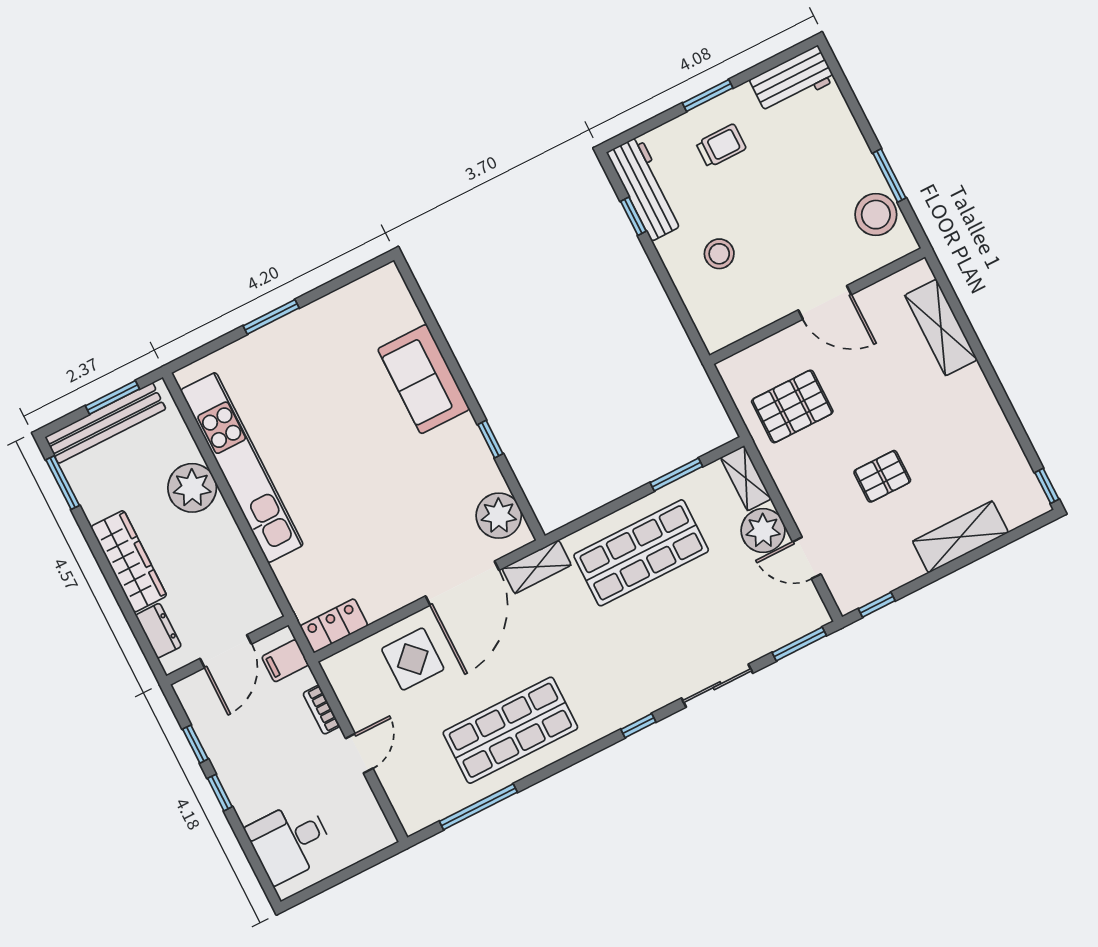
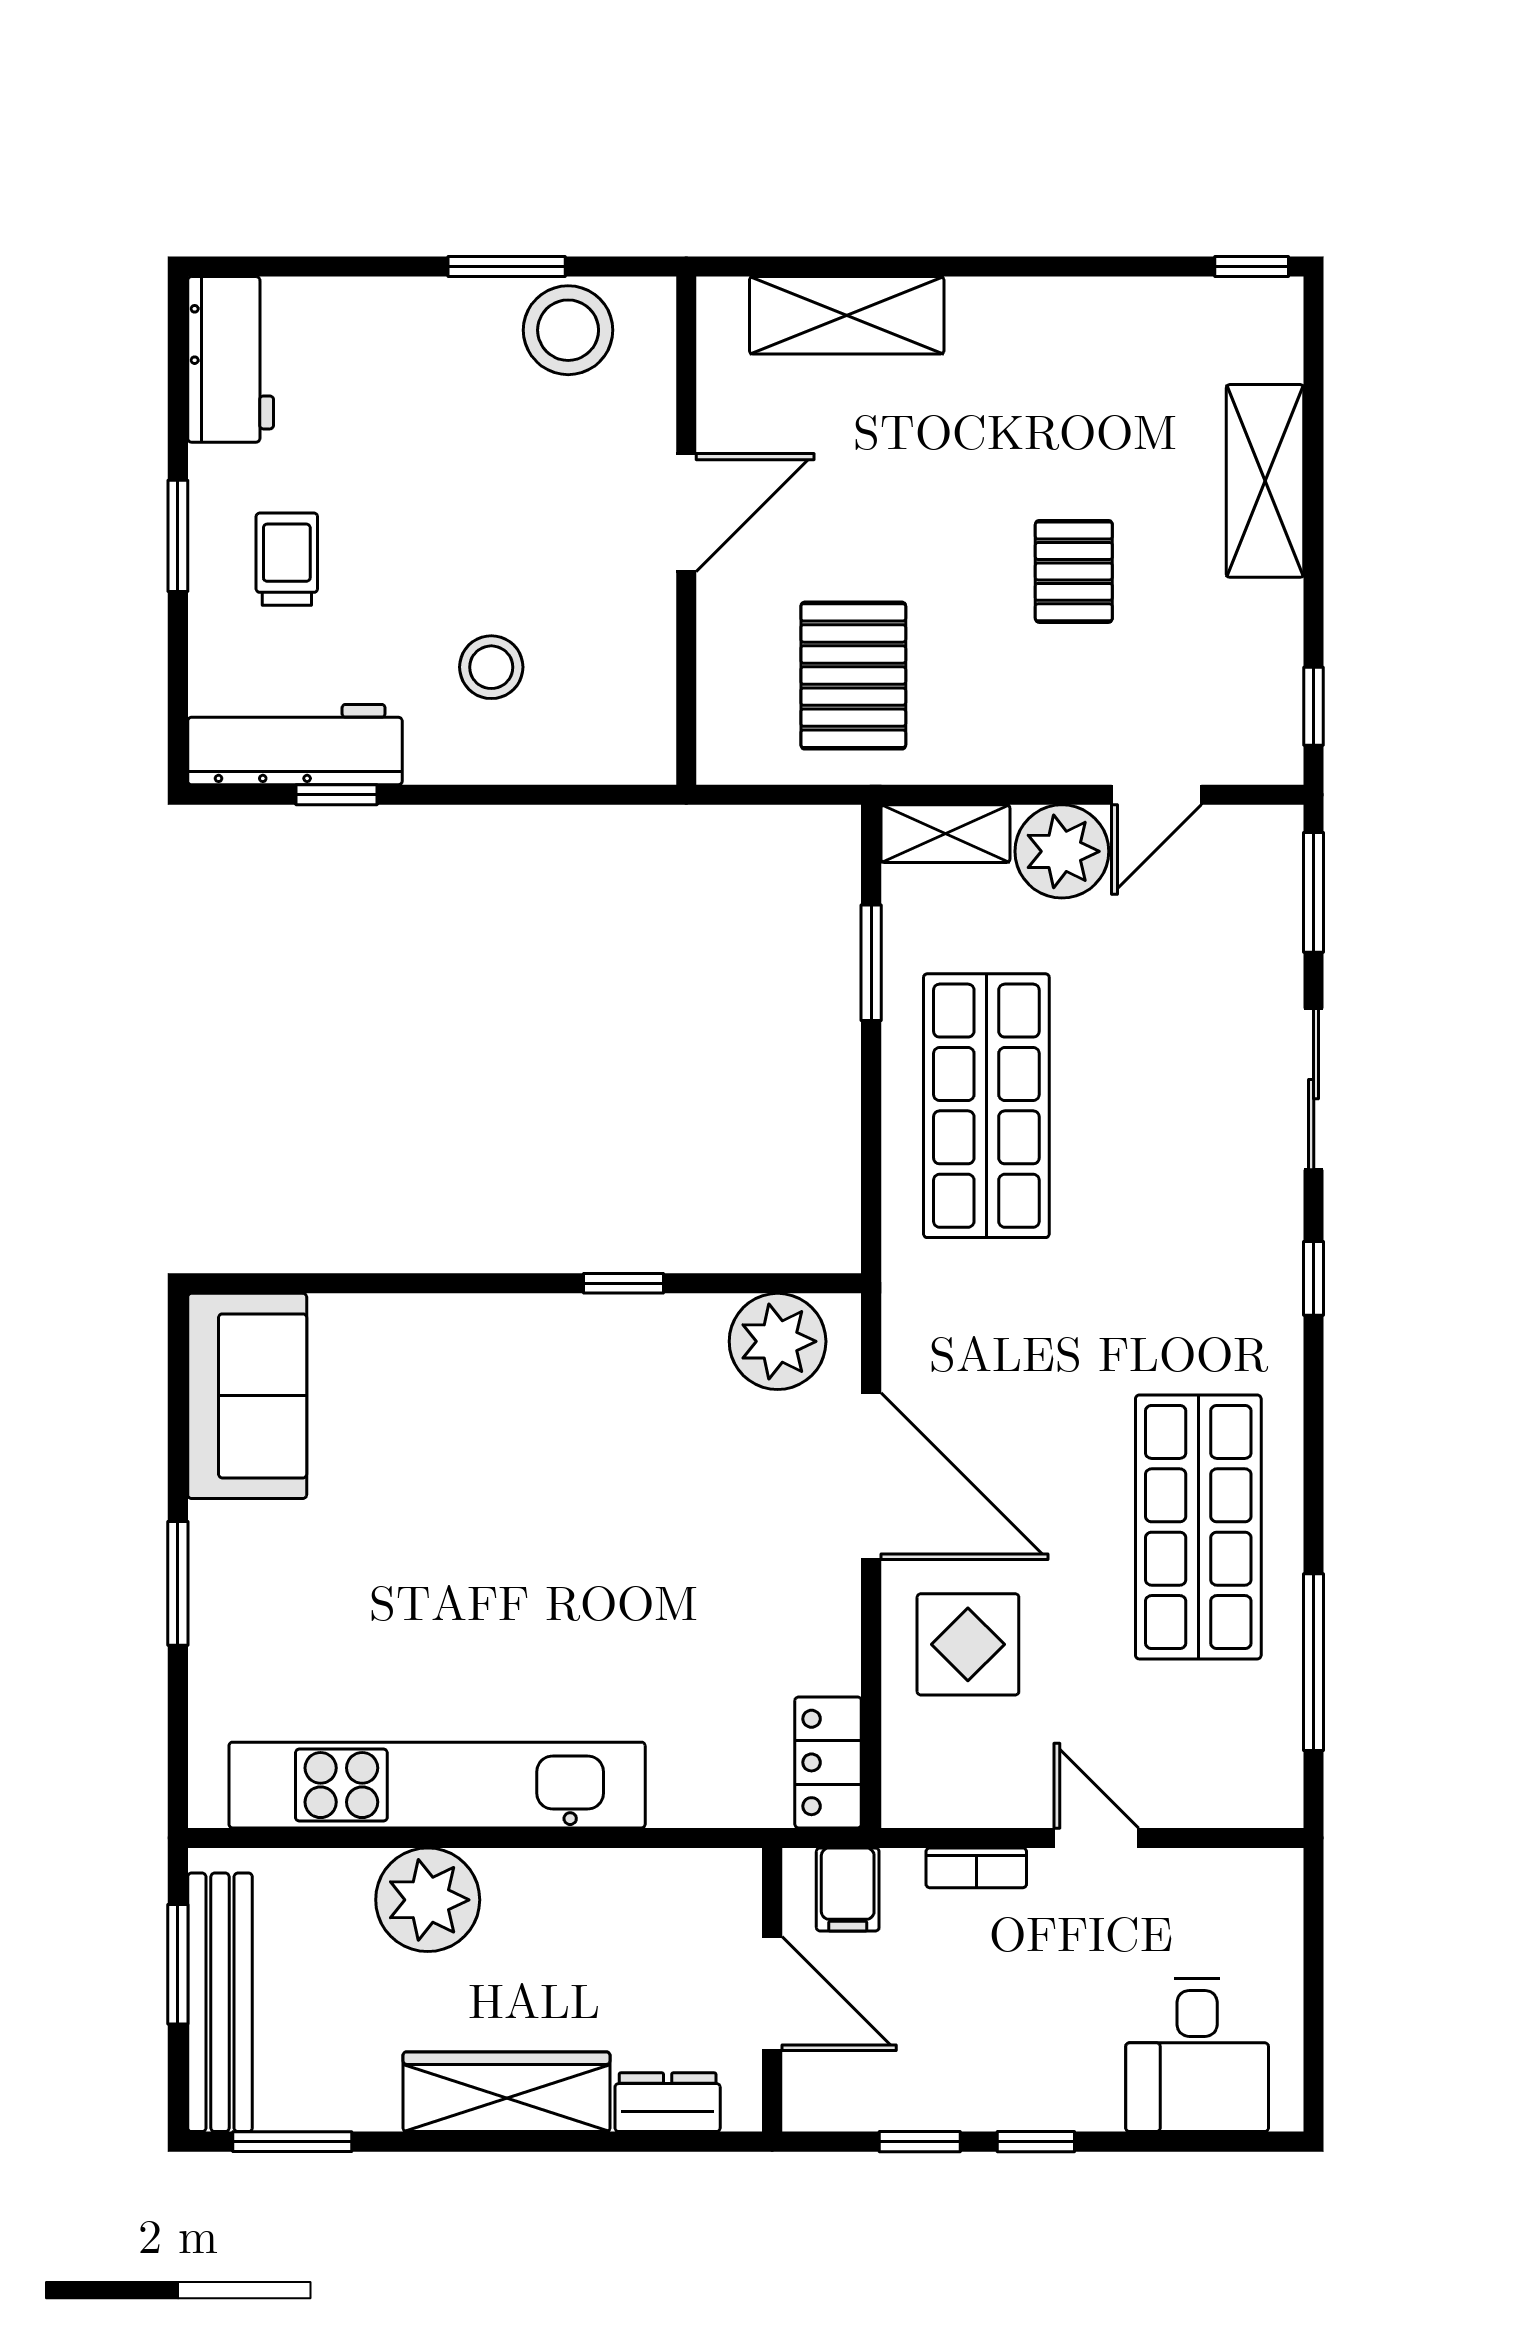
sofa: (424, 379) -> (247, 1396), moved, turned -90
shelving: (537, 567) -> (912, 1319), removed

